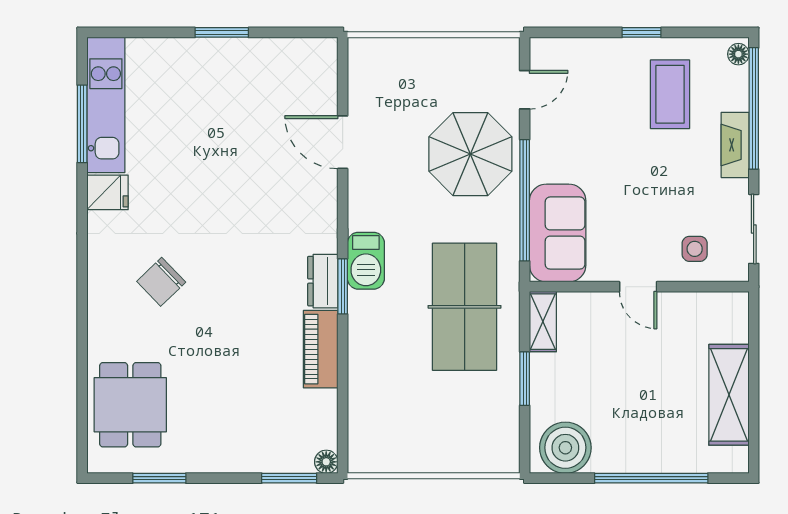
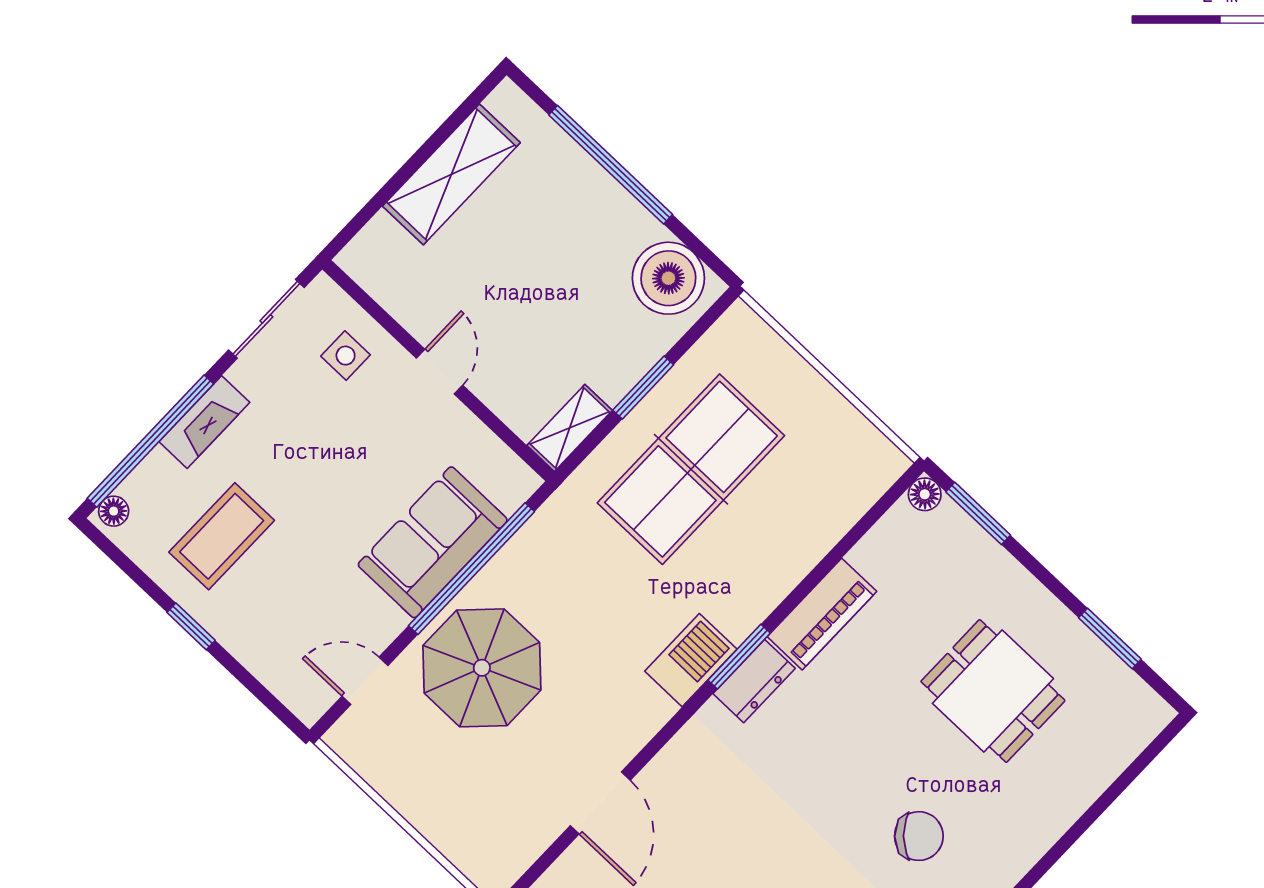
sofa: (558, 233) -> (433, 542), moved
table tennis table: (465, 307) -> (691, 469), moved
dining table: (130, 405) -> (993, 691), moved, turned 90

